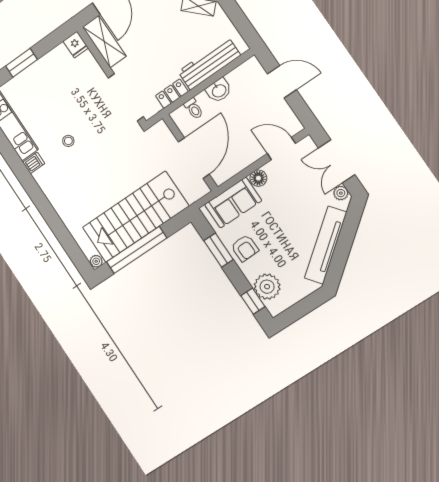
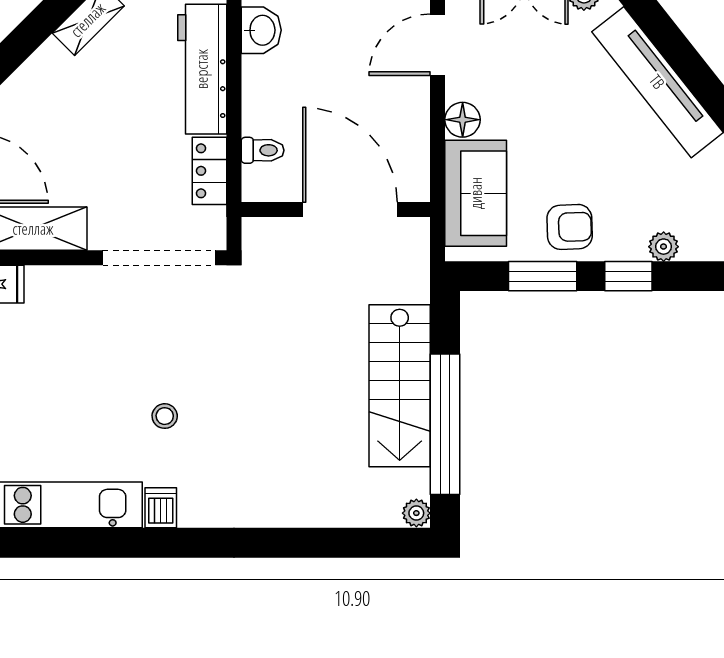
washbasin: (219, 90) -> (261, 30), moved
stairs: (135, 217) -> (400, 386), width x0.73, depth x0.66
plant: (267, 287) -> (664, 247), width x0.53, depth x0.53
window: (253, 301) -> (628, 276), moved

